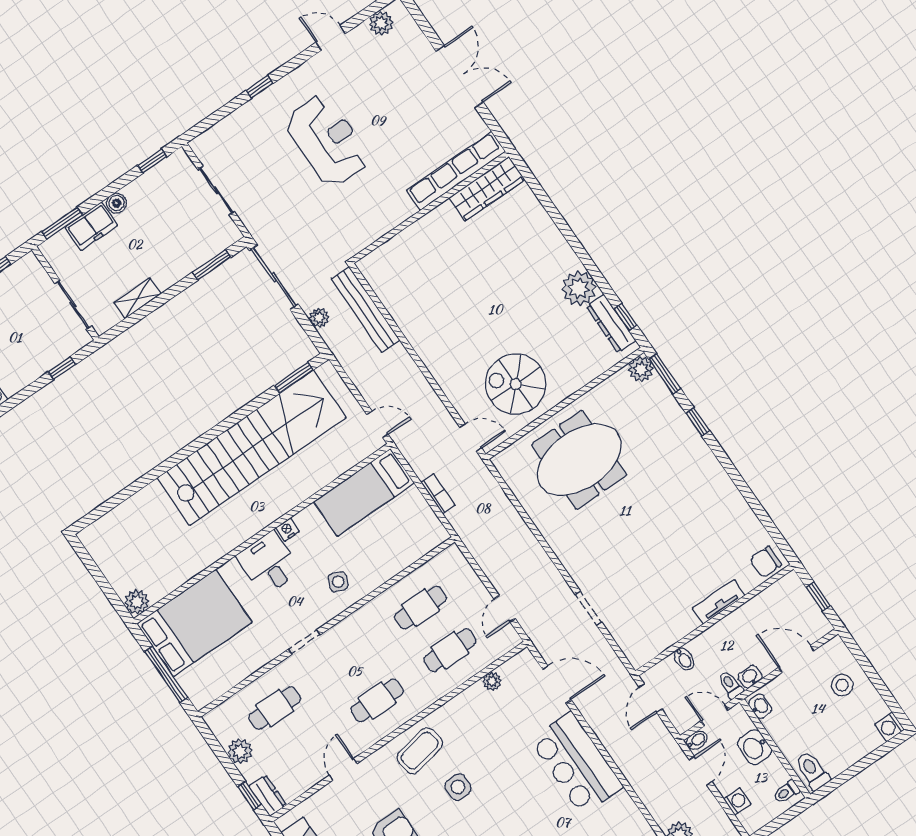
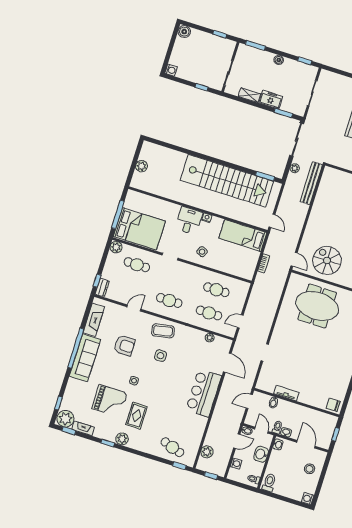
freezer: (91, 226) -> (271, 100), moved, turned 180
plant: (137, 602) -> (141, 166), moved
tv unit: (719, 602) -> (286, 393), moved
bed: (194, 623) -> (139, 229), moved
plant: (240, 751) -> (116, 247), moved

